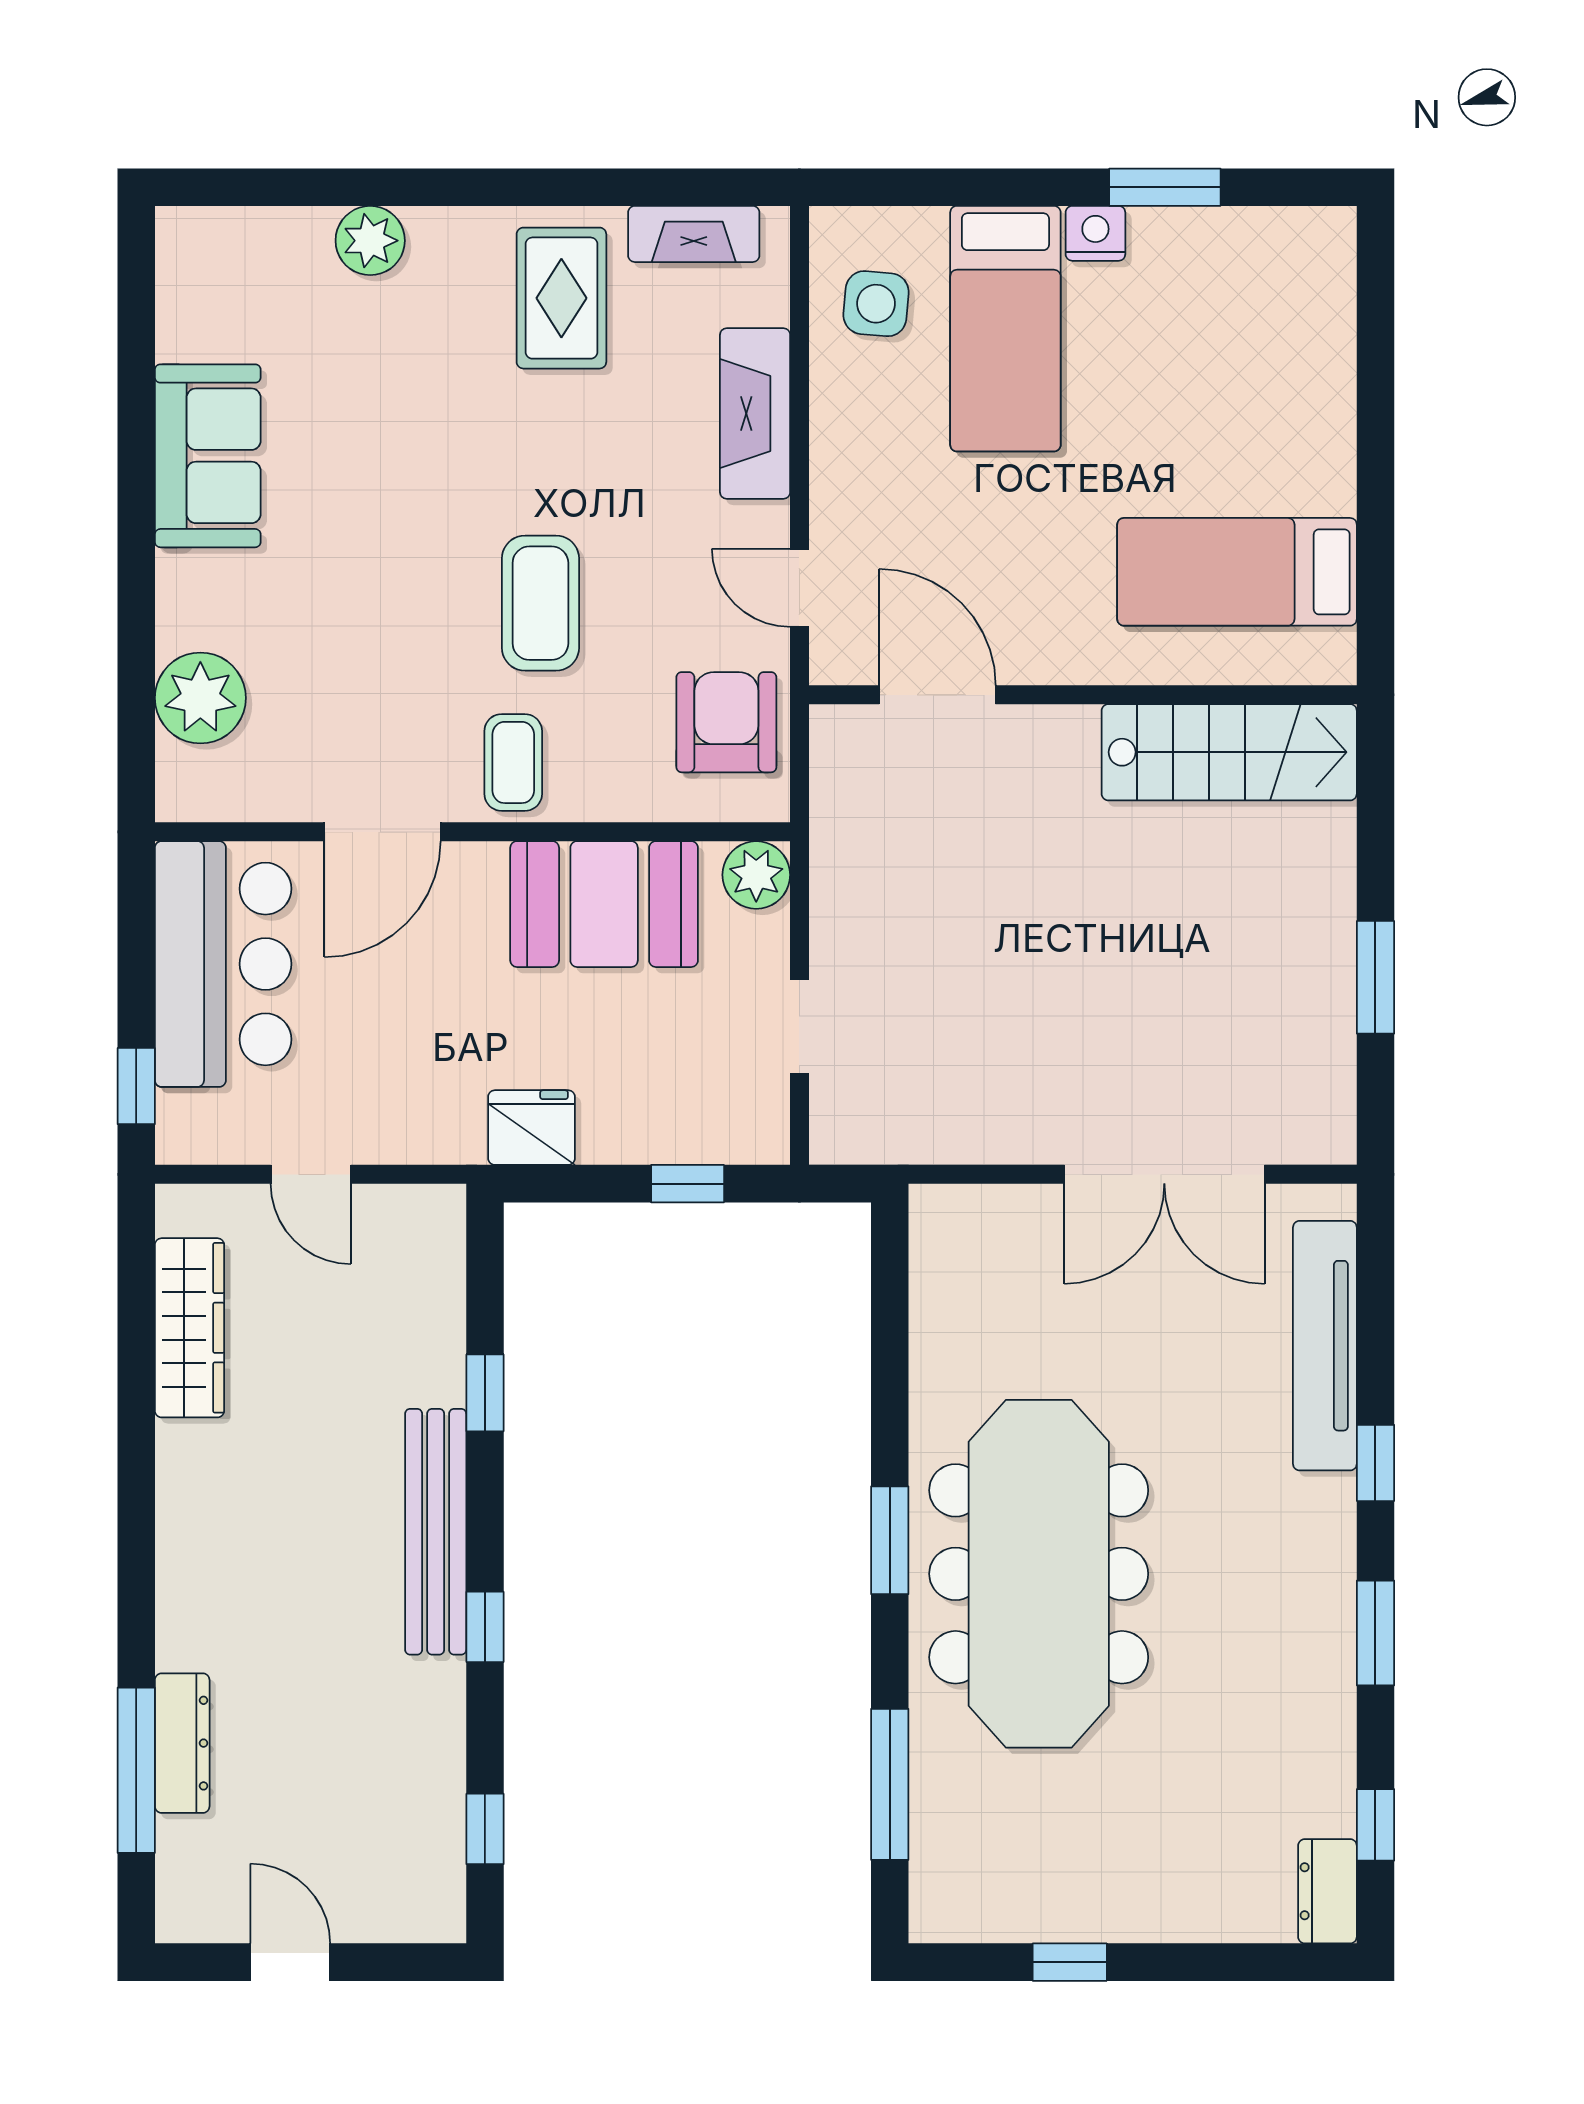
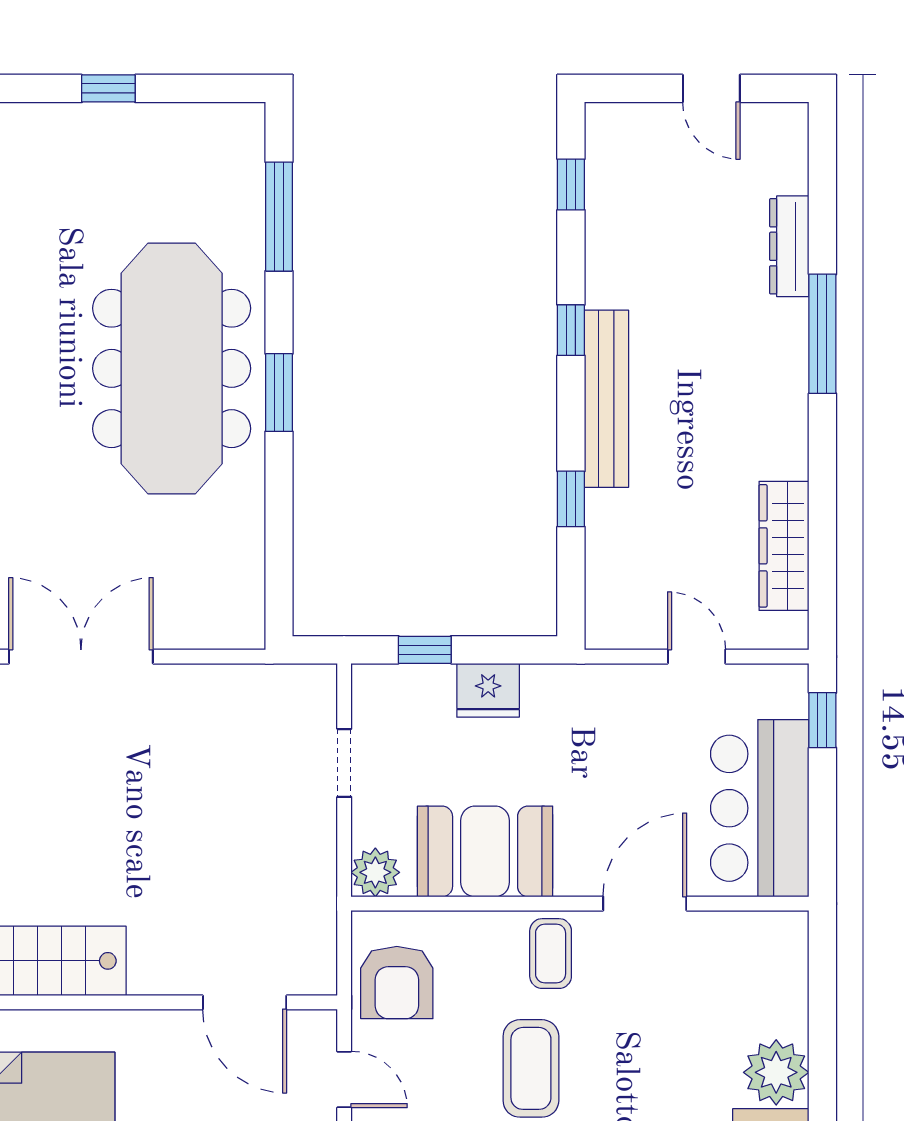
plant: (200, 698) -> (776, 1072), moved
fridge: (531, 1128) -> (488, 690), moved
window: (136, 1770) -> (822, 334), moved
window: (1070, 1962) -> (108, 88), moved

